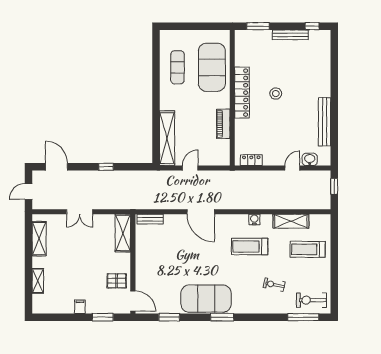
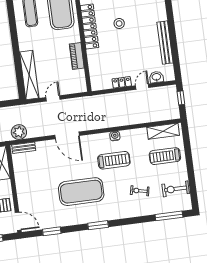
locker: (251, 160) -> (122, 82), moved
plant: (147, 201) -> (19, 132), added
shelving: (291, 221) -> (163, 131), moved
treadmill: (250, 247) -> (114, 160), turned 180
exercise mat: (206, 299) -> (81, 192), moved
exercise bike: (311, 300) -> (176, 189), moved

